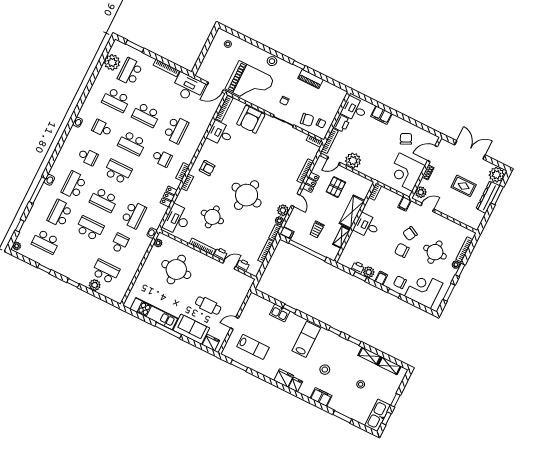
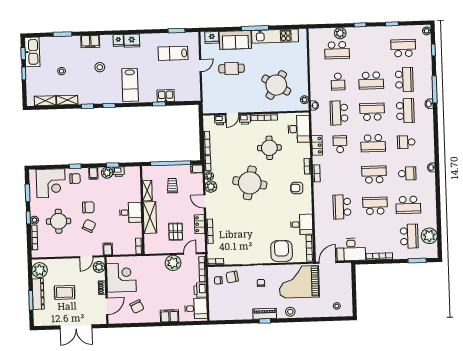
piano: (311, 79) -> (265, 314), moved
school desk: (116, 100) -> (408, 205), turned 180
school desk: (162, 158) -> (340, 144), moved, turned 90
plant: (497, 175) -> (40, 270), moved
round table: (176, 270) -> (276, 85), turned 32

